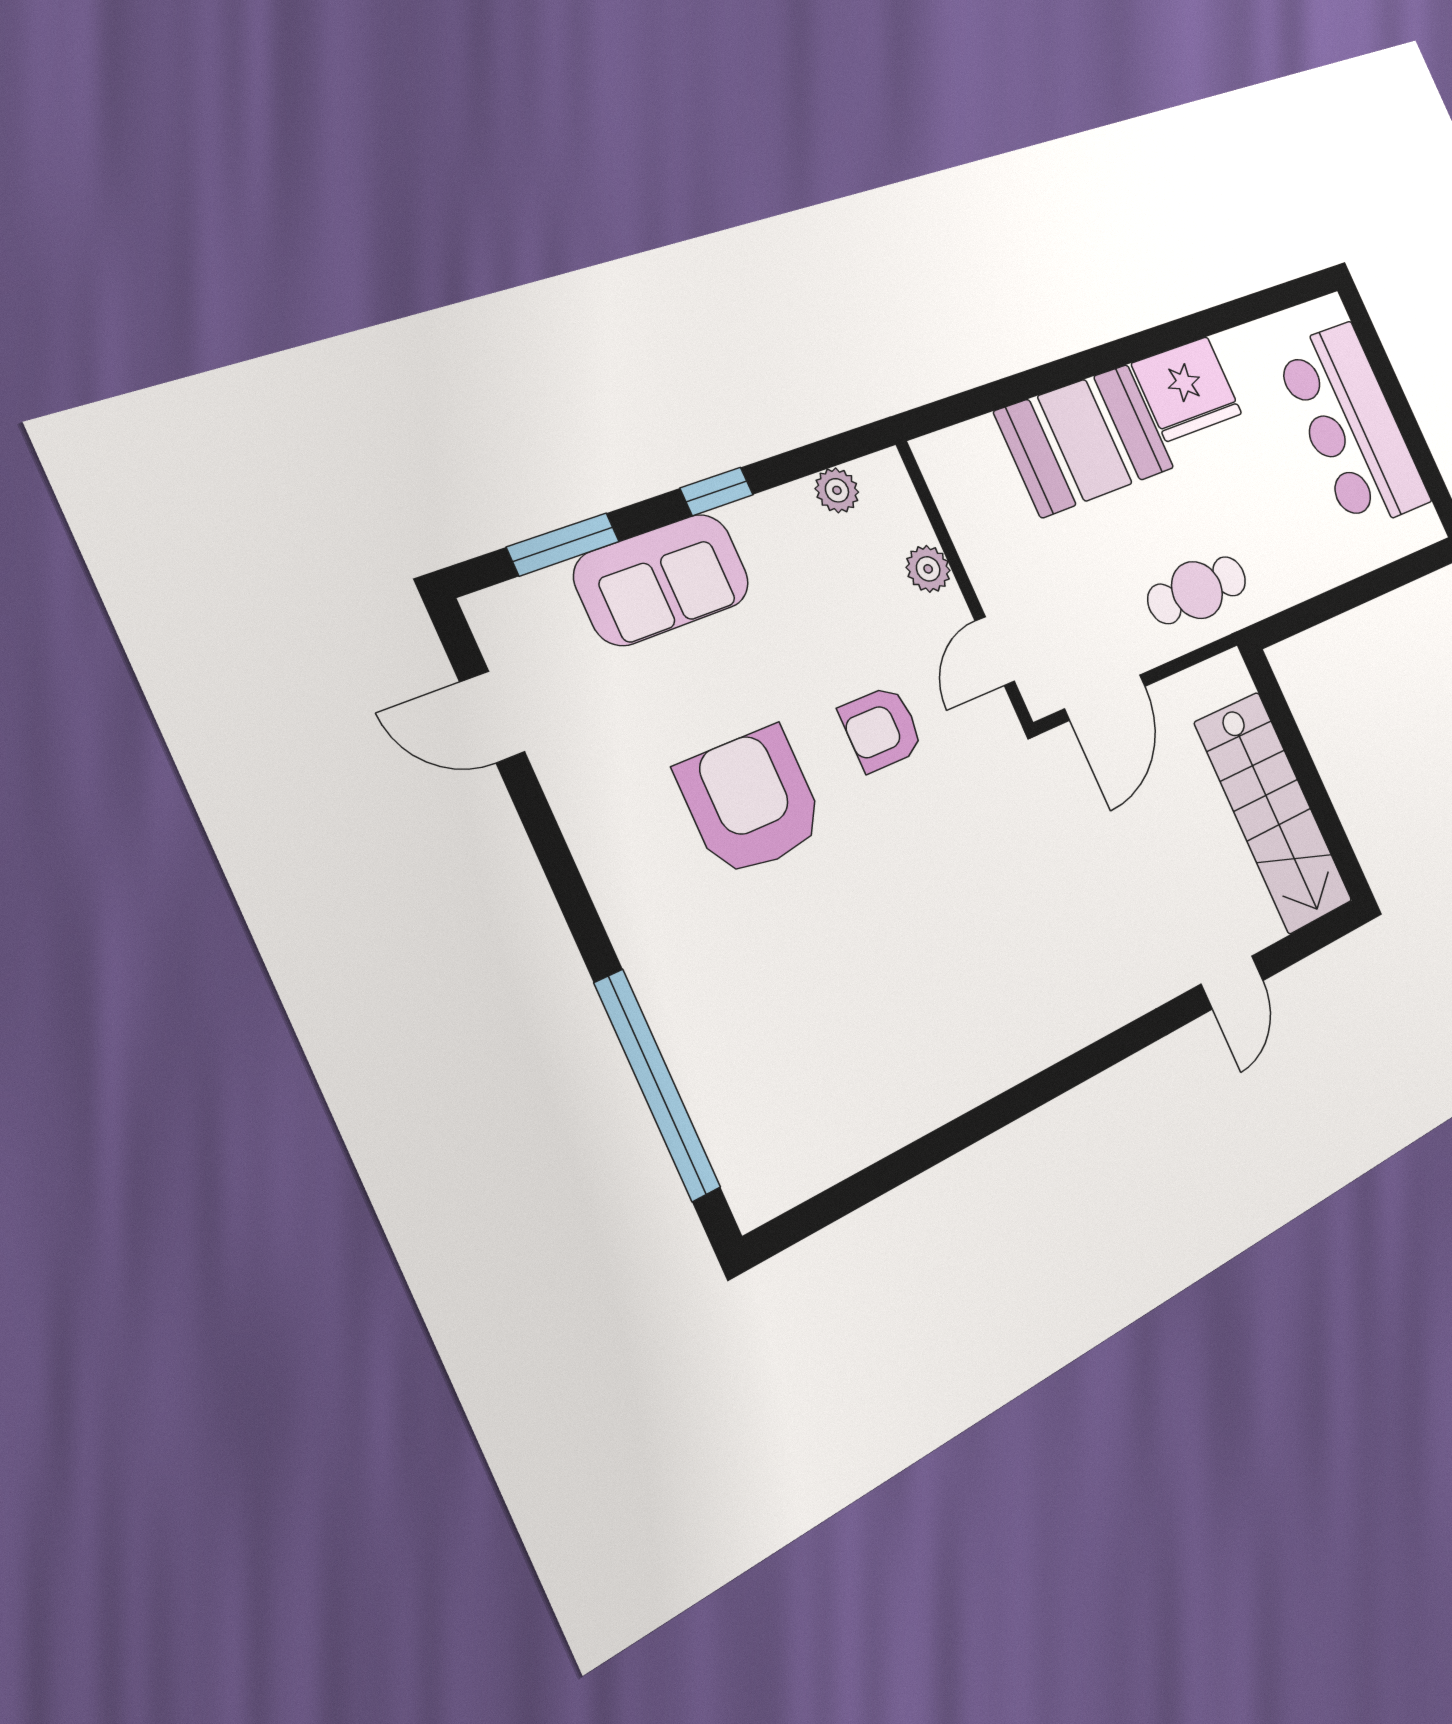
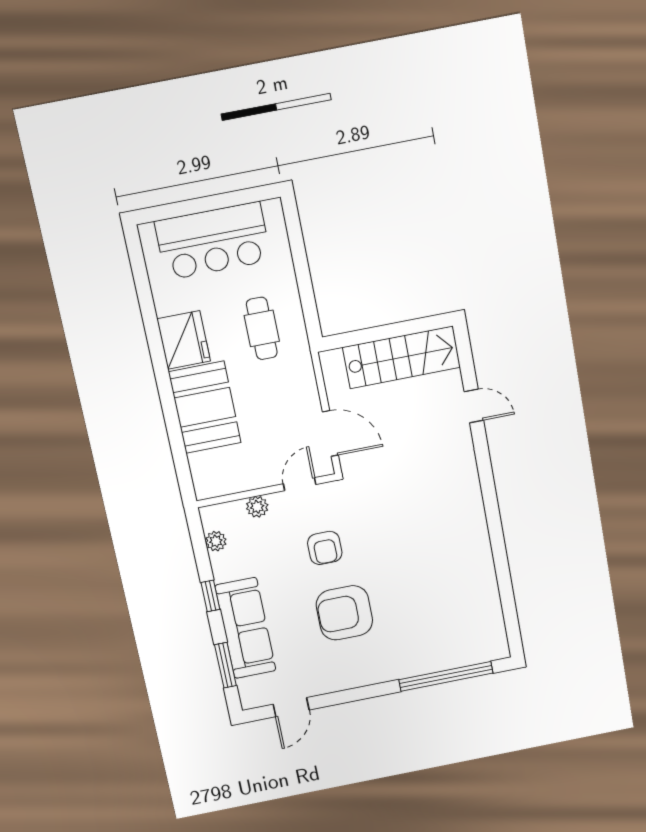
sofa: (662, 579) -> (246, 628), width x1.36
cafe table: (1197, 590) -> (262, 328), moved
door: (995, 651) -> (300, 484), swing flipped

